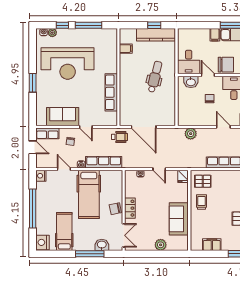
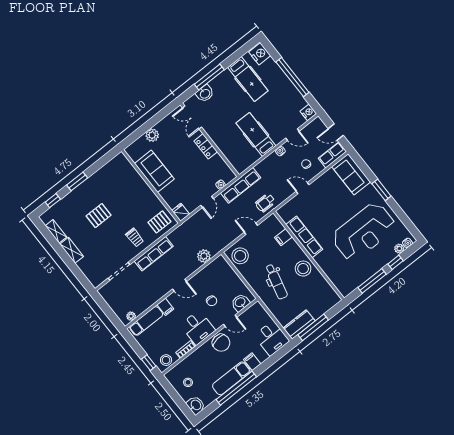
window: (154, 25) -> (313, 327), width x2.17
kitchen counter: (156, 35) -> (299, 324), width x0.67
filing cabinet: (126, 49) -> (283, 237), moved
desk: (189, 62) -> (272, 338), moved, turned 180
reception desk: (68, 64) -> (364, 232), turned 180
chair: (226, 65) -> (221, 343), turned -97
stool: (129, 71) -> (303, 269), added
stool: (166, 114) -> (240, 256), added
sofa: (63, 117) -> (351, 174), moved, turned 90
door: (144, 127) -> (251, 229), width x0.53
row of seats: (104, 162) -> (241, 185), moved
door: (159, 169) -> (207, 202), swing flipped
hospital bed: (89, 194) -> (256, 134), width x0.73, depth x0.78
trolley: (202, 202) -> (135, 238), moved
chair: (115, 209) -> (218, 135), removed
filing cabinet: (212, 245) -> (106, 172), removed

